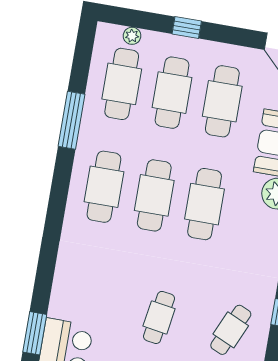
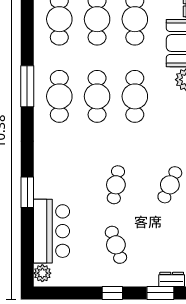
window: (71, 120) -> (27, 86), moved
window: (35, 333) -> (27, 192), moved

